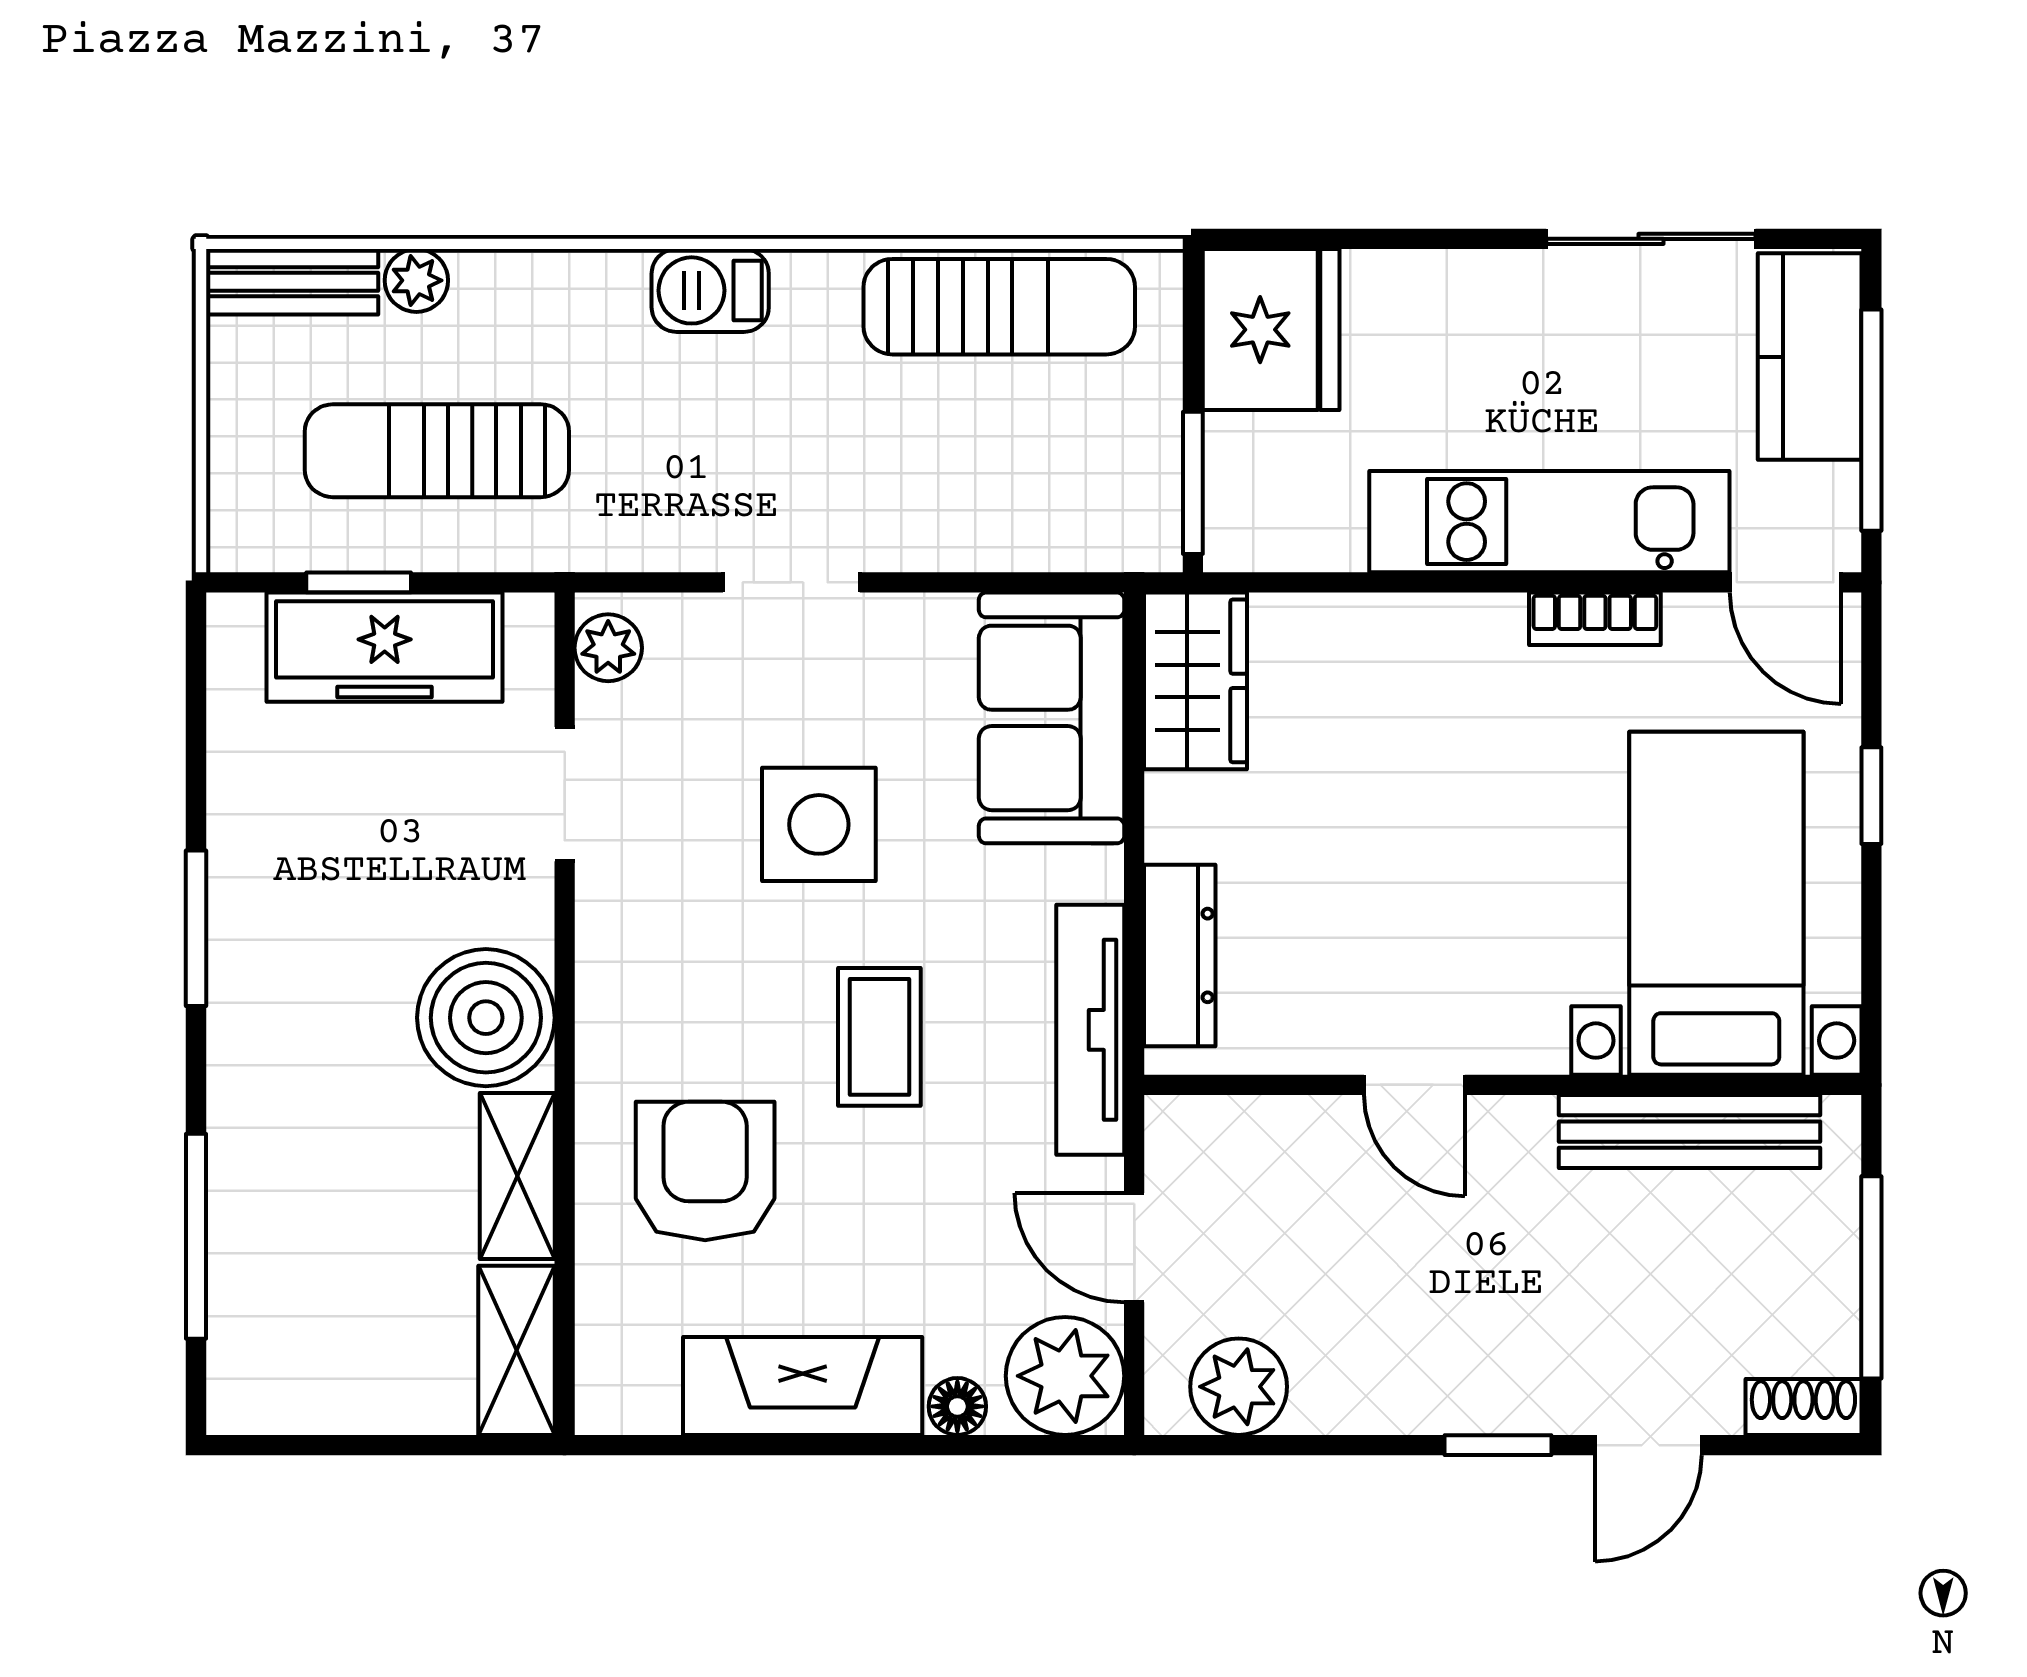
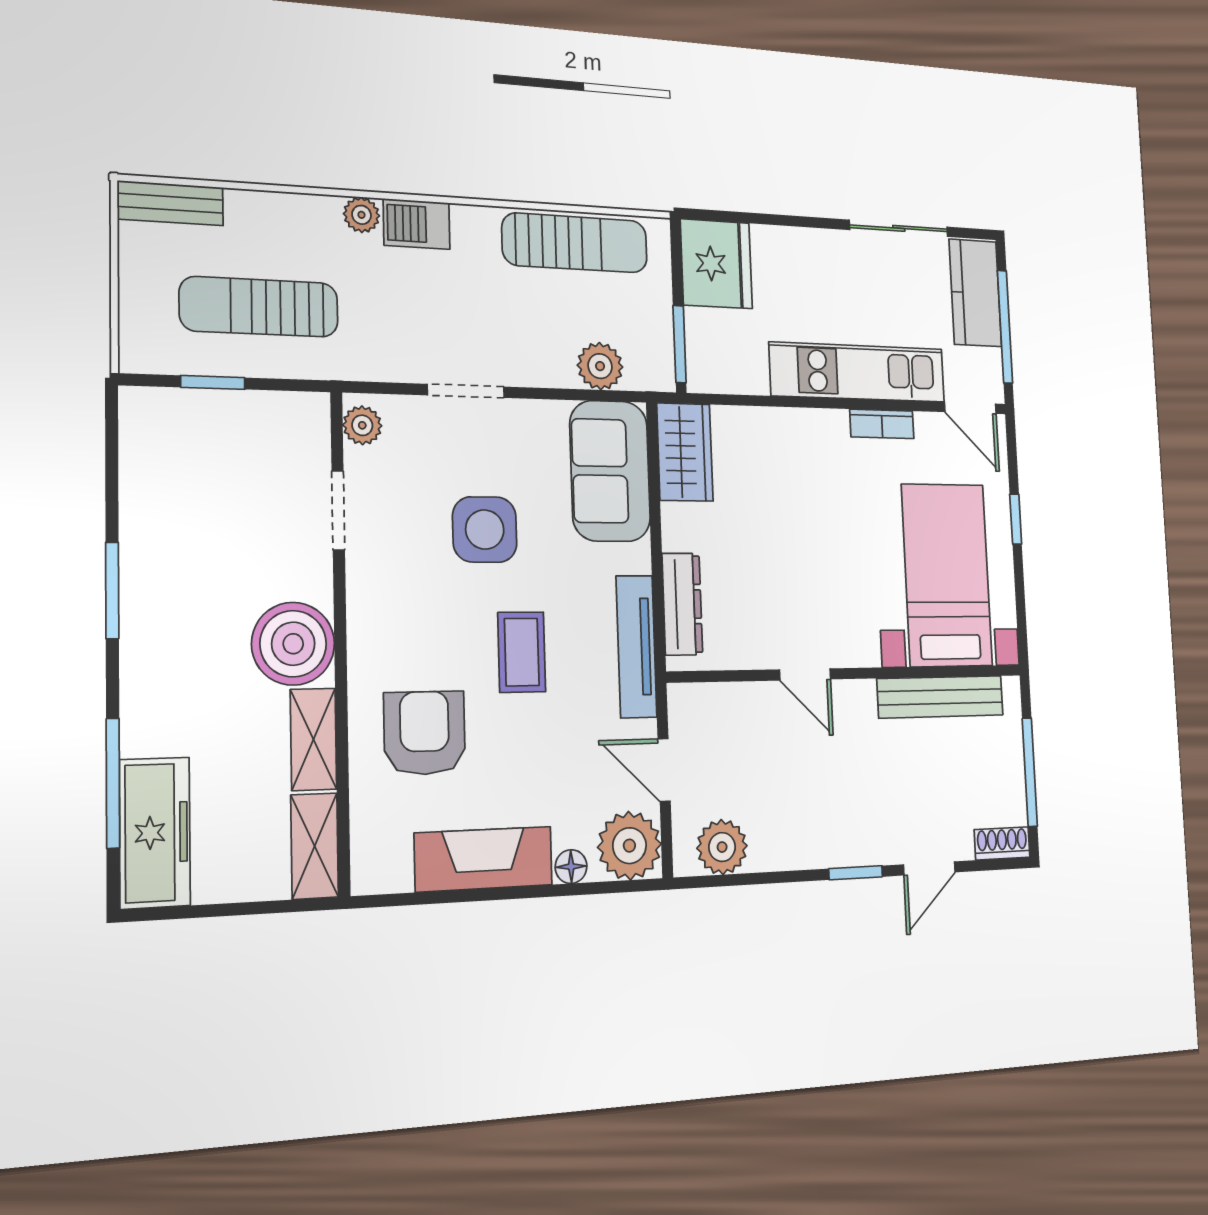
plant: (416, 280) -> (362, 215), moved
plant: (1039, 529) -> (600, 366), added
freezer: (385, 647) -> (155, 833), moved, turned -90

